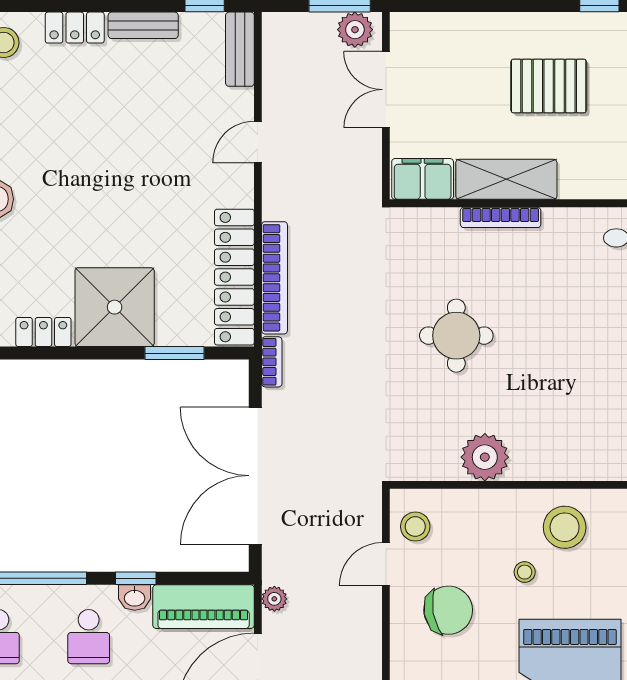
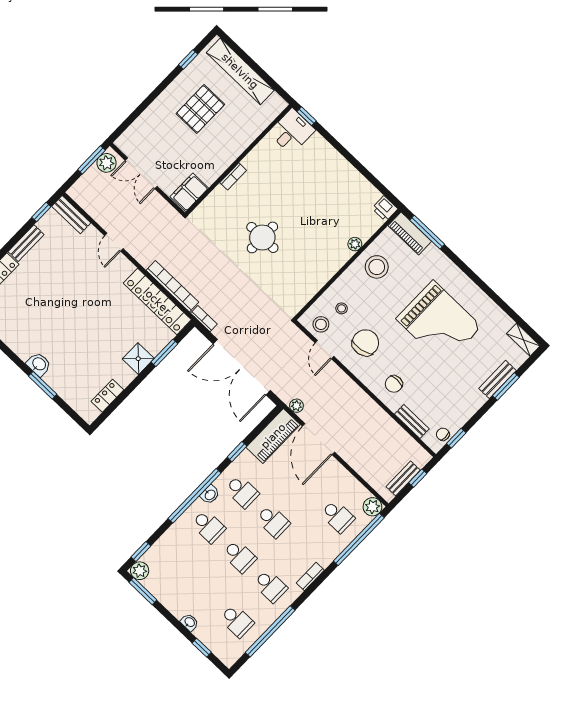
shelving: (506, 179) -> (221, 160), removed
bookcase: (501, 217) -> (233, 176), width x0.64
shower: (115, 307) -> (138, 359), width x0.54, depth x0.54
plant: (485, 457) -> (355, 244), moved, width x0.53, depth x0.53
stool: (525, 572) -> (342, 308), moved
washbasin: (135, 597) -> (210, 495), moved

